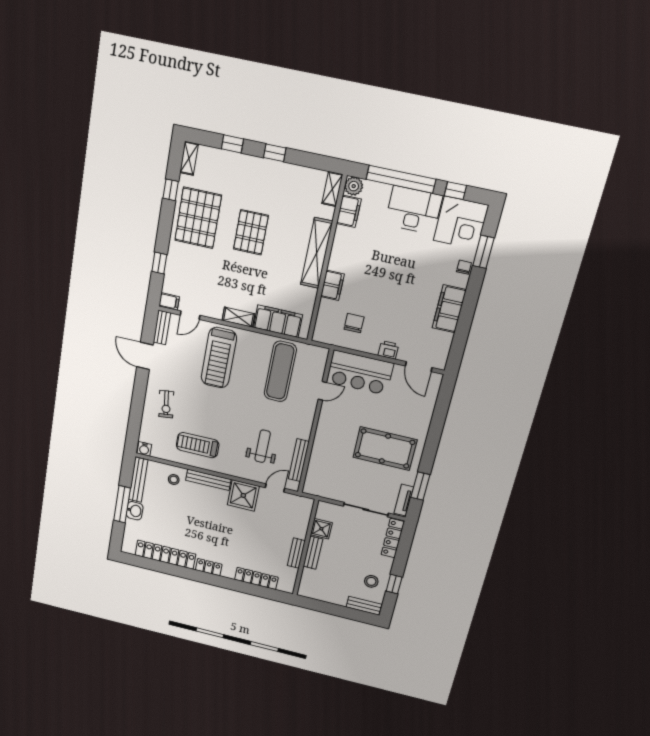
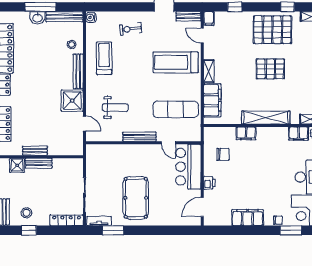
bench: (299, 460) -> (139, 137), moved
shower: (321, 529) -> (17, 165), moved

